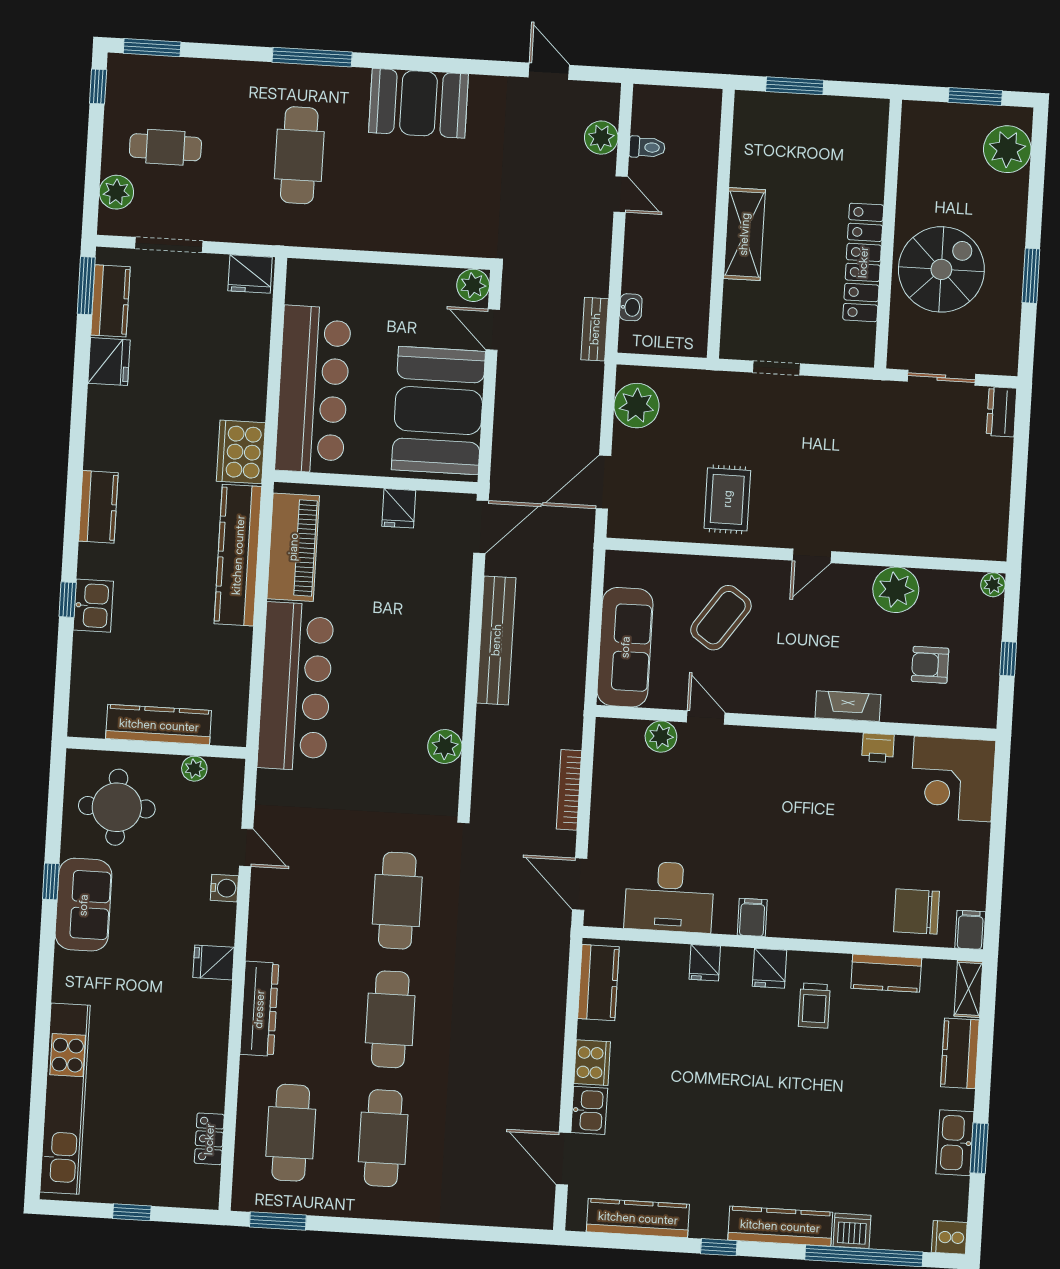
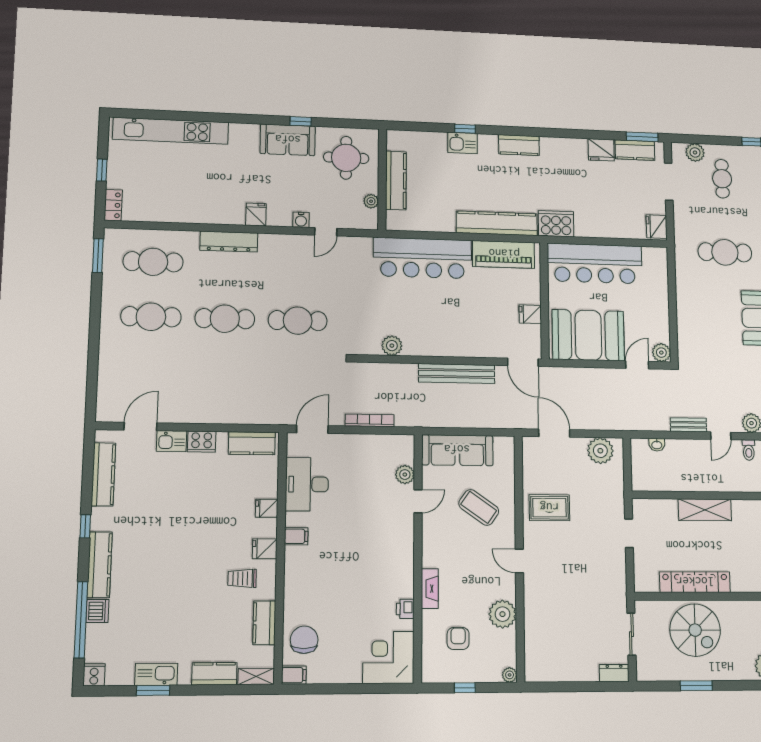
bench: (595, 329) -> (688, 425), moved
locker: (209, 1139) -> (113, 205), moved, turned 90

